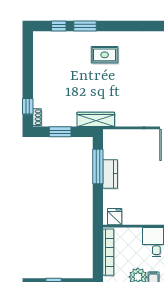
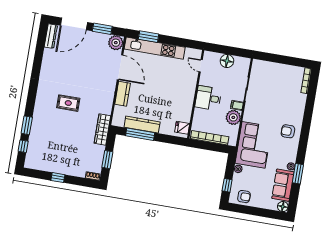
rug: (105, 55) -> (68, 103), moved, turned 90
window: (28, 106) -> (58, 178), moved
kitchen counter: (144, 137) -> (123, 94), added
kitchen counter: (110, 174) -> (142, 125), width x1.50

